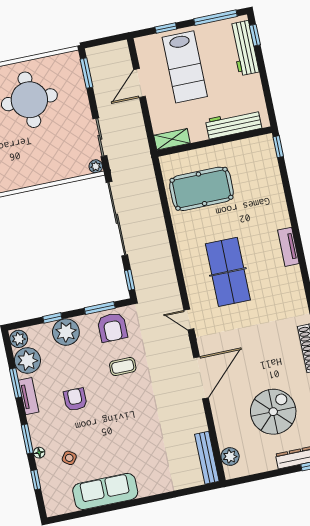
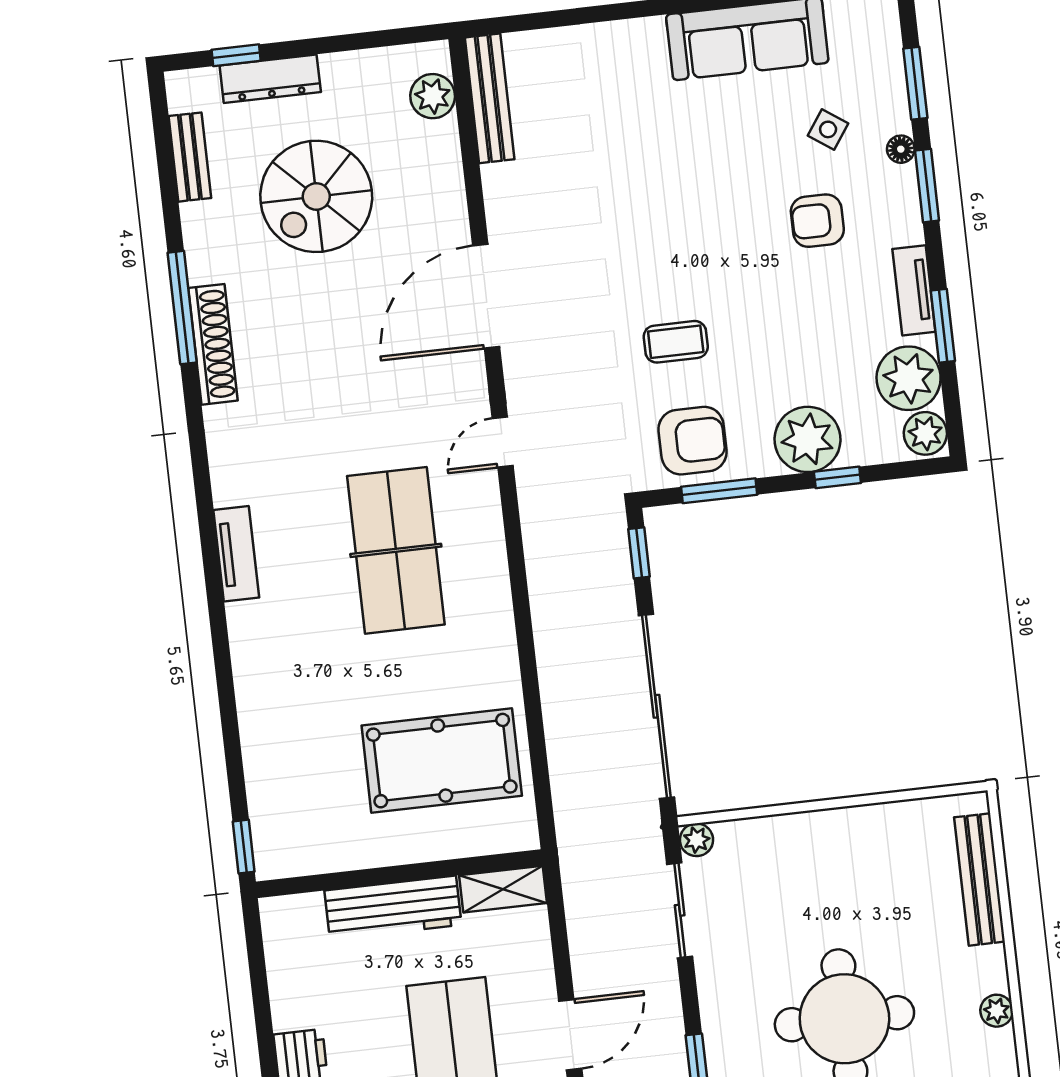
workbench: (234, 124) -> (393, 908), moved
tv unit: (288, 247) -> (236, 554), moved
door: (189, 320) -> (503, 442), swing flipped
armchair: (112, 327) -> (693, 441), turned 90
armchair: (75, 399) -> (817, 221), moved, turned 90
window: (36, 480) -> (915, 83), width x1.50

